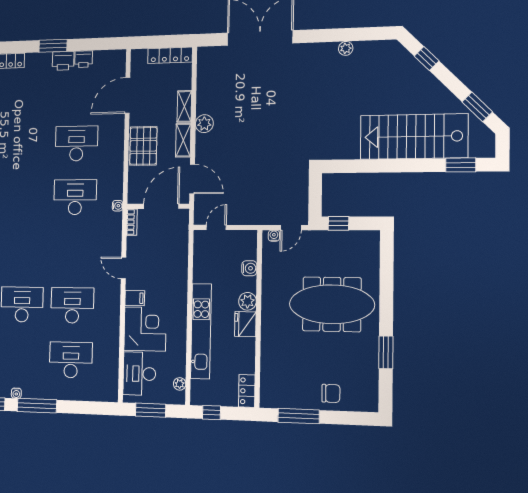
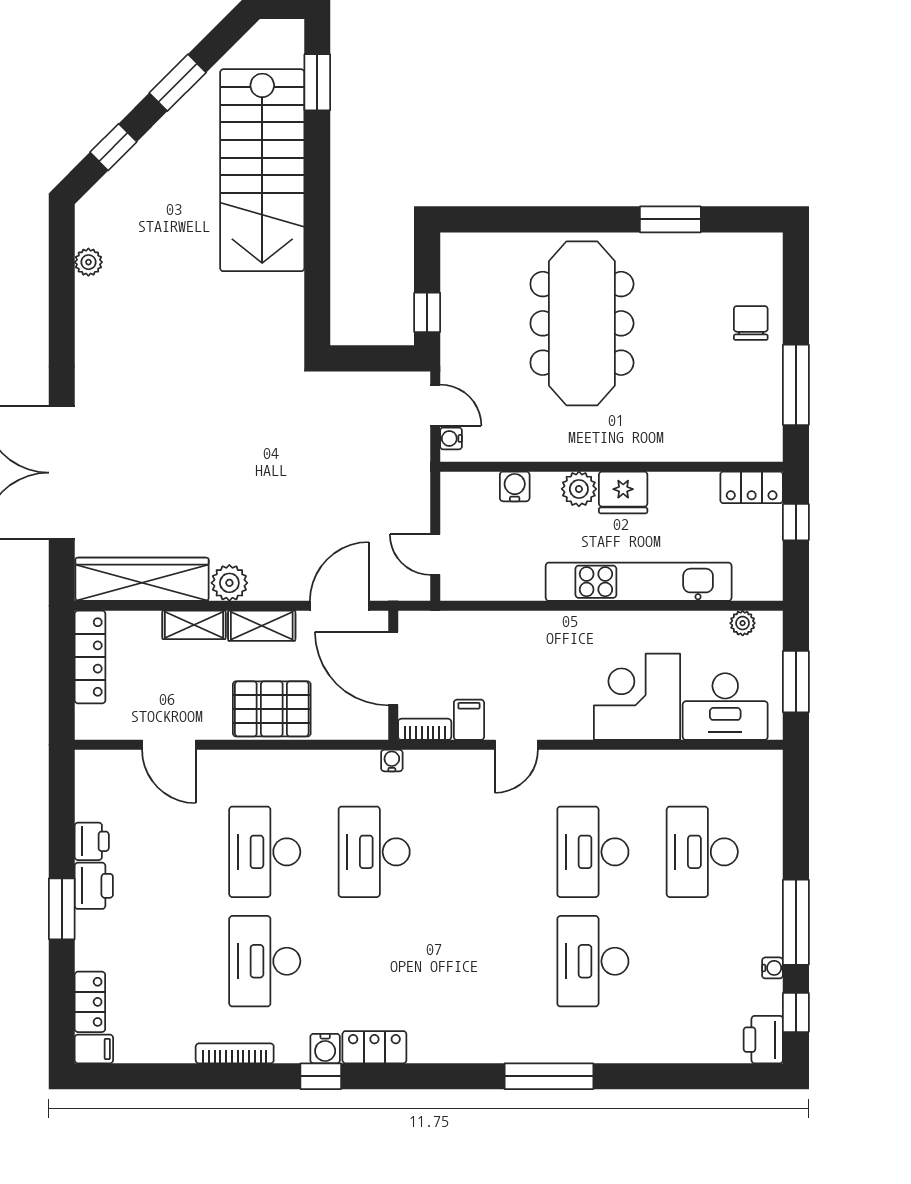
plant: (346, 48) -> (88, 262), moved
wardrobe: (207, 80) -> (142, 579), added
door: (127, 95) -> (169, 745), width x0.73
window: (477, 107) -> (178, 83), moved
desk: (27, 144) -> (265, 961), added
filing cabinet: (135, 298) -> (469, 720), moved
window: (211, 413) -> (796, 522), moved

